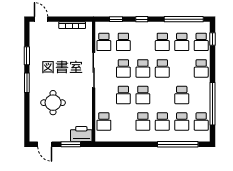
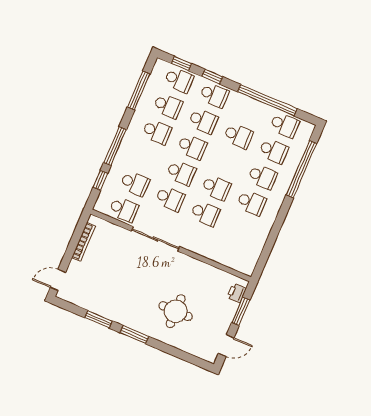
window: (142, 19) -> (115, 146), width x2.17
window: (184, 19) -> (139, 90), width x0.68
window: (212, 62) -> (212, 77), added
school desk: (104, 121) -> (203, 121), moved
printer: (81, 134) -> (237, 293), width x0.53, depth x0.68

